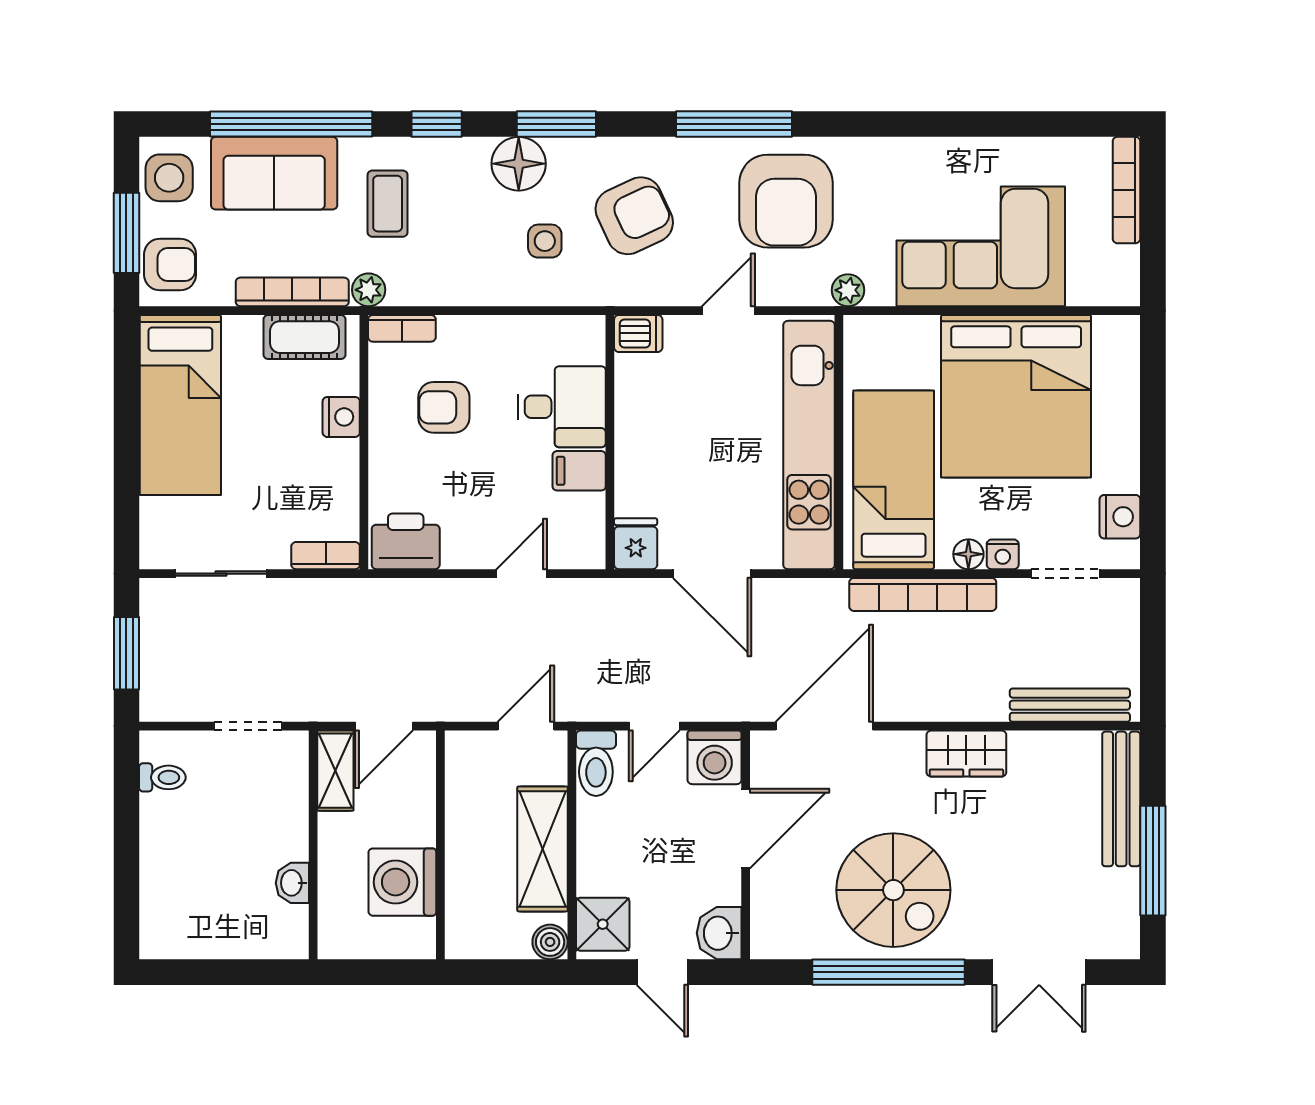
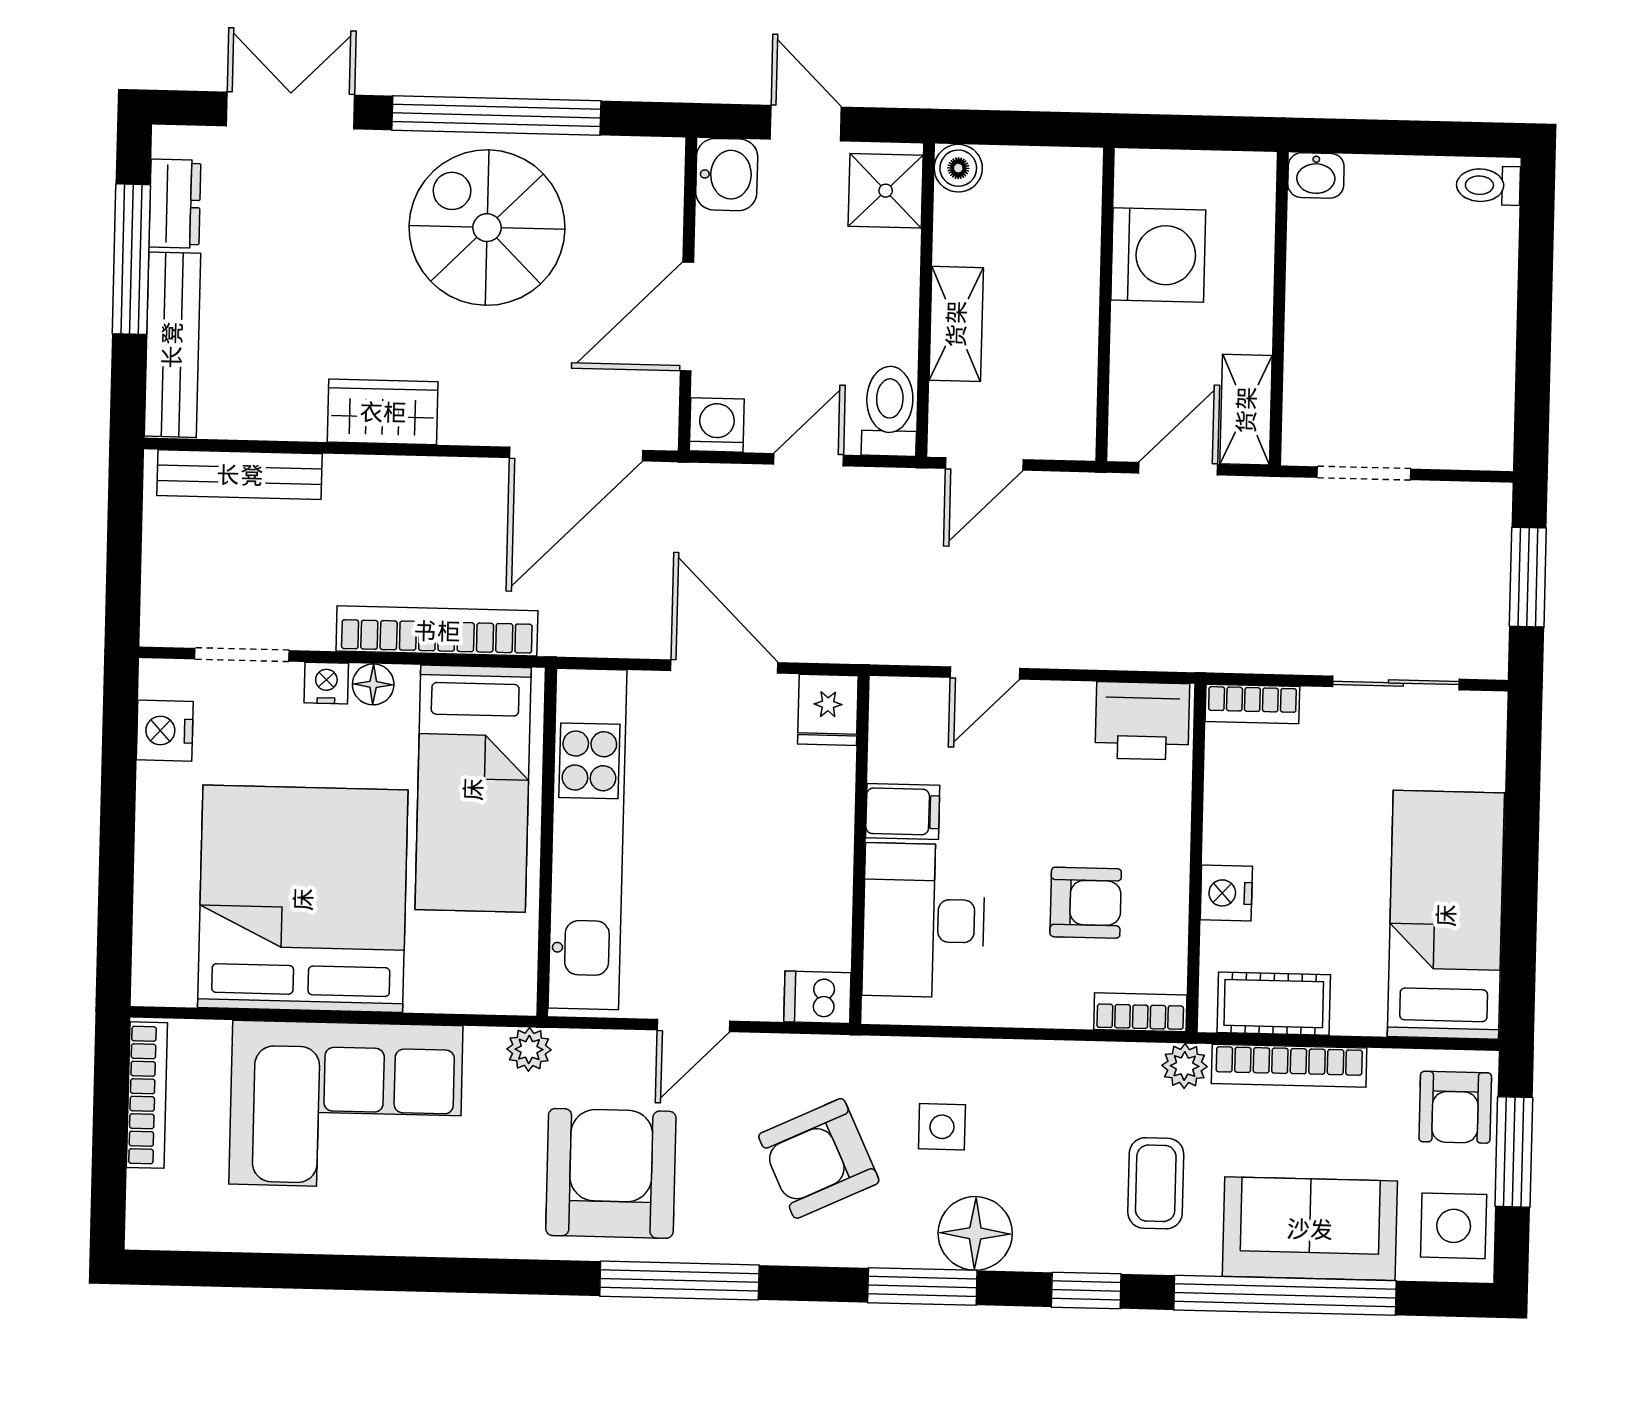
bookcase: (1126, 190) -> (147, 1095), moved
armchair: (170, 264) -> (1455, 1107), turned -90
desk: (562, 407) -> (924, 920), width x1.37
washing machine: (715, 757) -> (717, 425), width x0.73, depth x0.73
toilet: (162, 777) -> (1488, 185), moved
shelving: (542, 849) -> (956, 324), width x0.67, depth x0.75
washbasin: (292, 883) -> (1316, 175), moved, turned 90
dresser: (1122, 902) -> (175, 204), added

